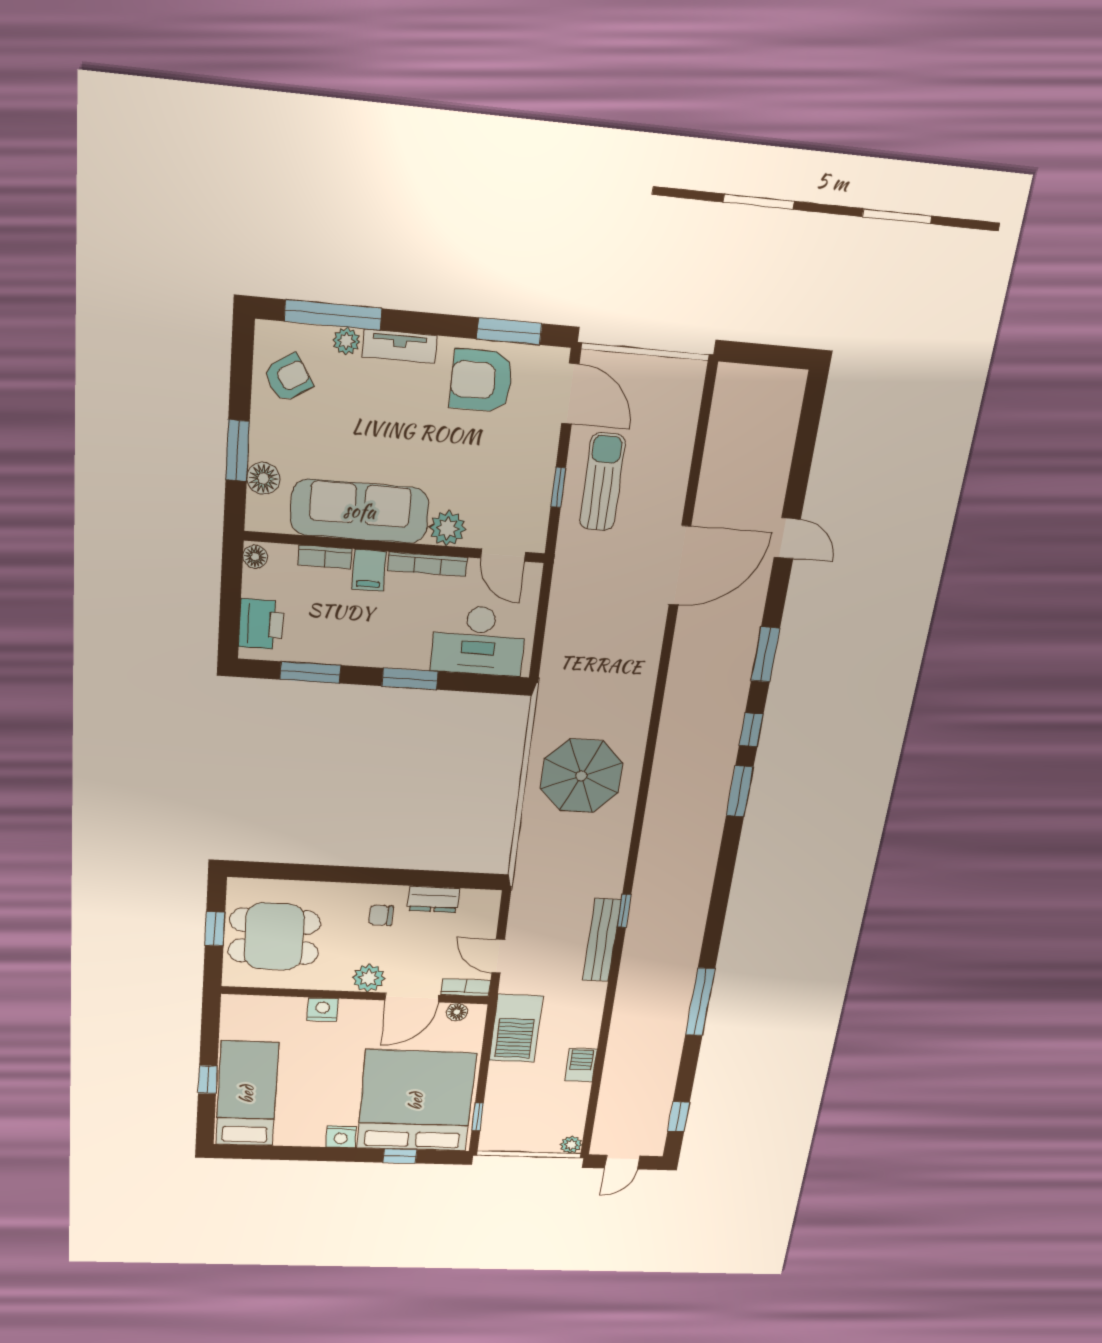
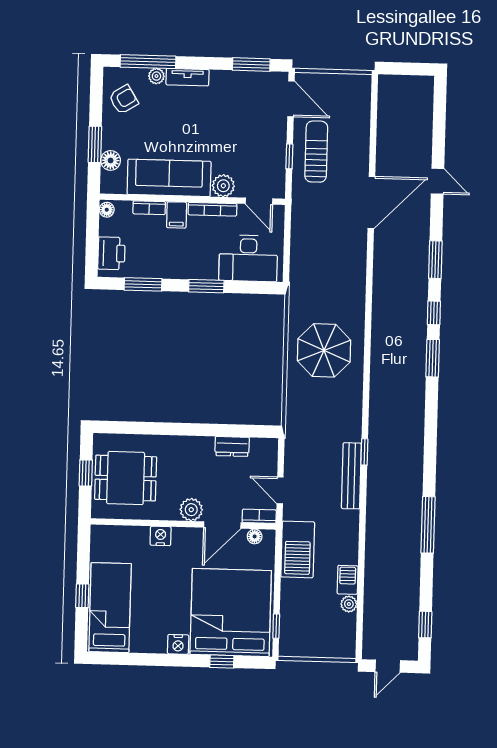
armchair: (481, 380) -> (237, 94), removed
chair: (381, 915) -> (197, 460), removed
plant: (571, 1145) -> (349, 604), moved

